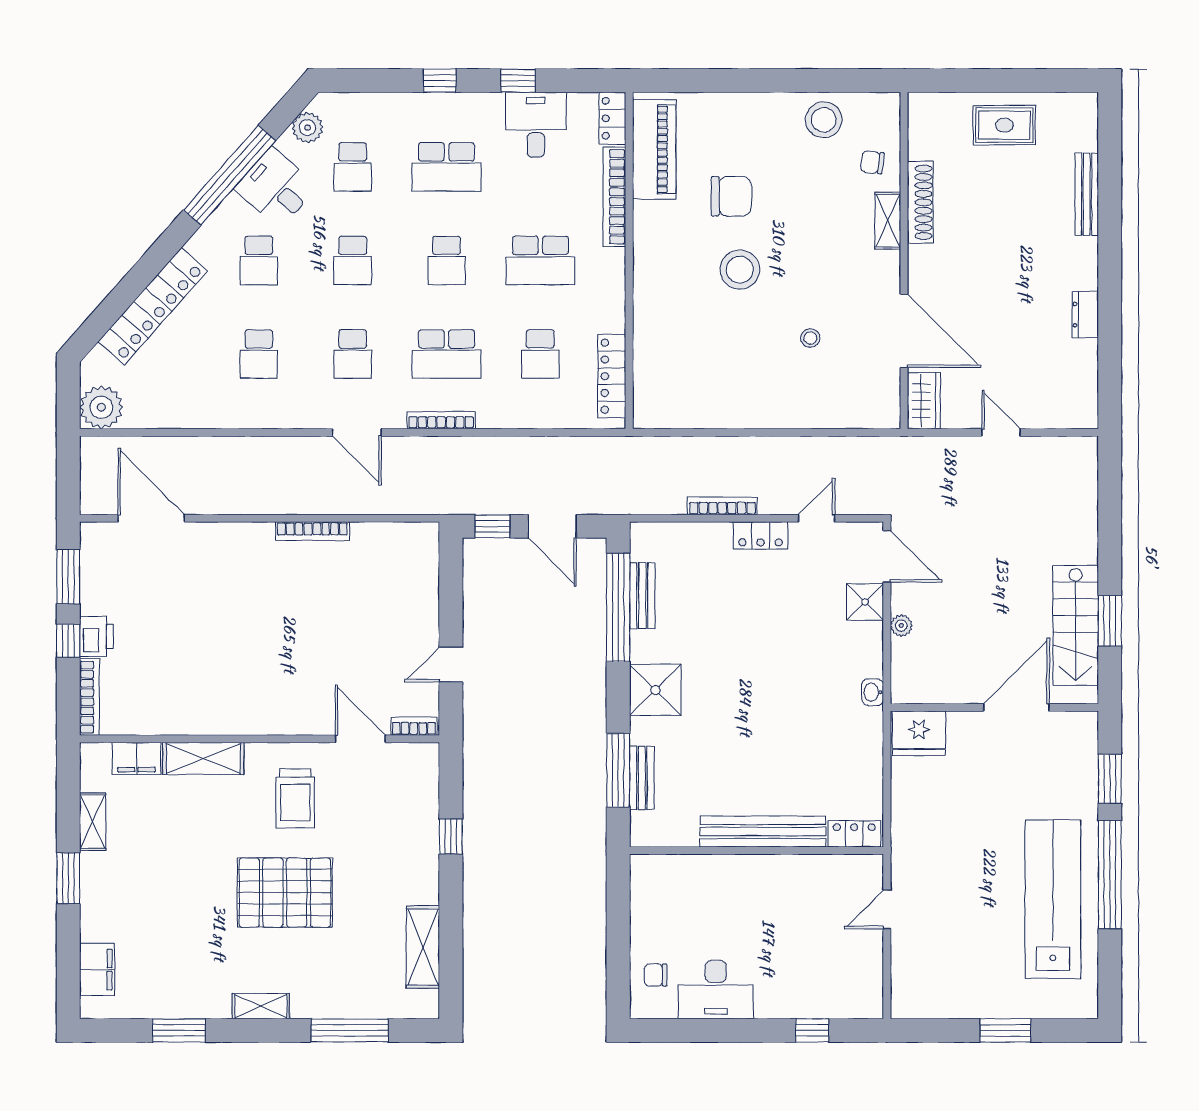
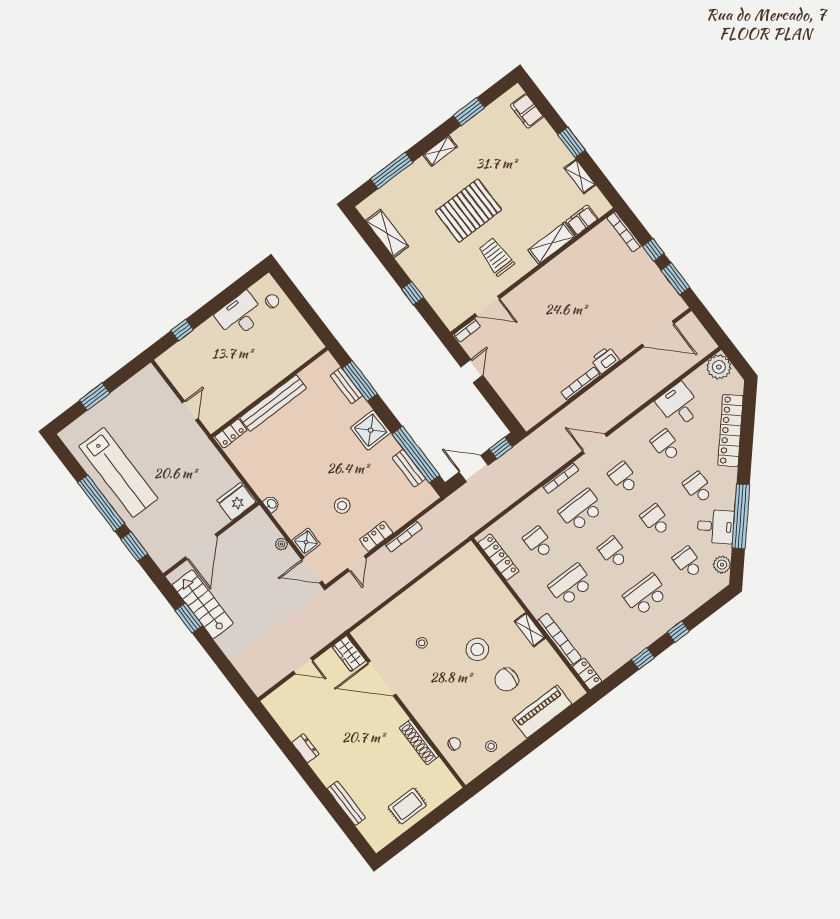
stool: (824, 120) -> (491, 746), width x0.53, depth x0.53
desk: (536, 125) -> (679, 405), moved, turned 180
piano: (654, 149) -> (542, 712), moved, turned 90
shelving: (888, 220) -> (530, 630), moved
stool: (776, 615) -> (342, 506), added
printer: (96, 636) -> (605, 360), moved, turned 90

